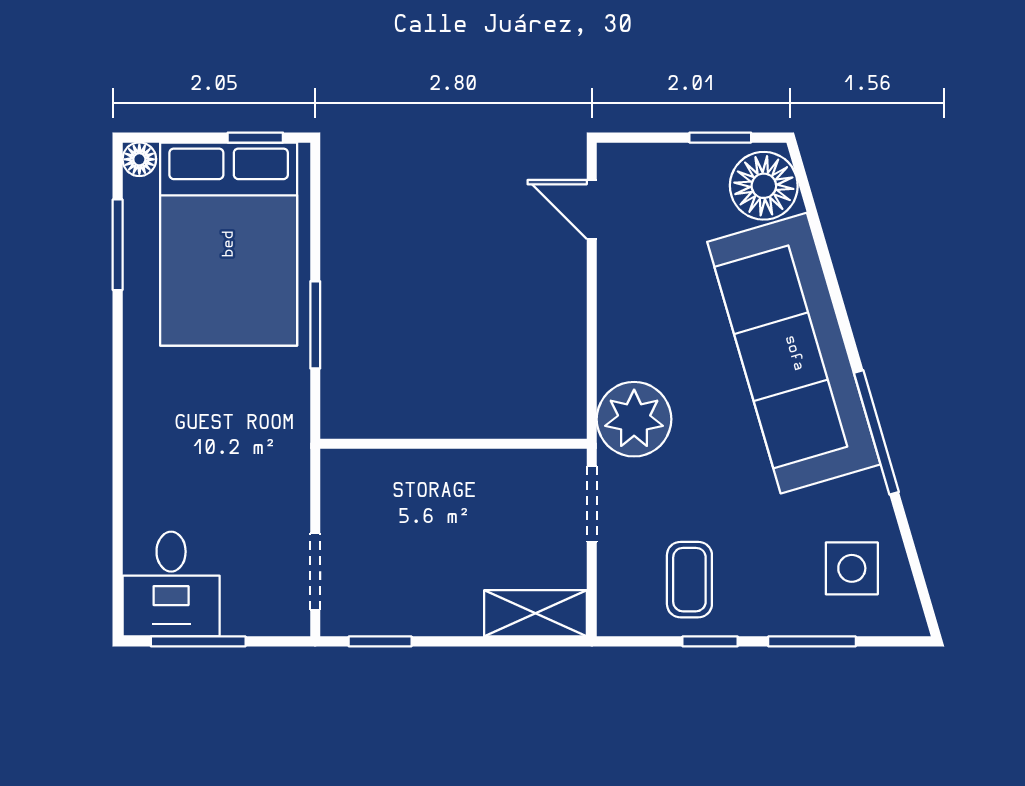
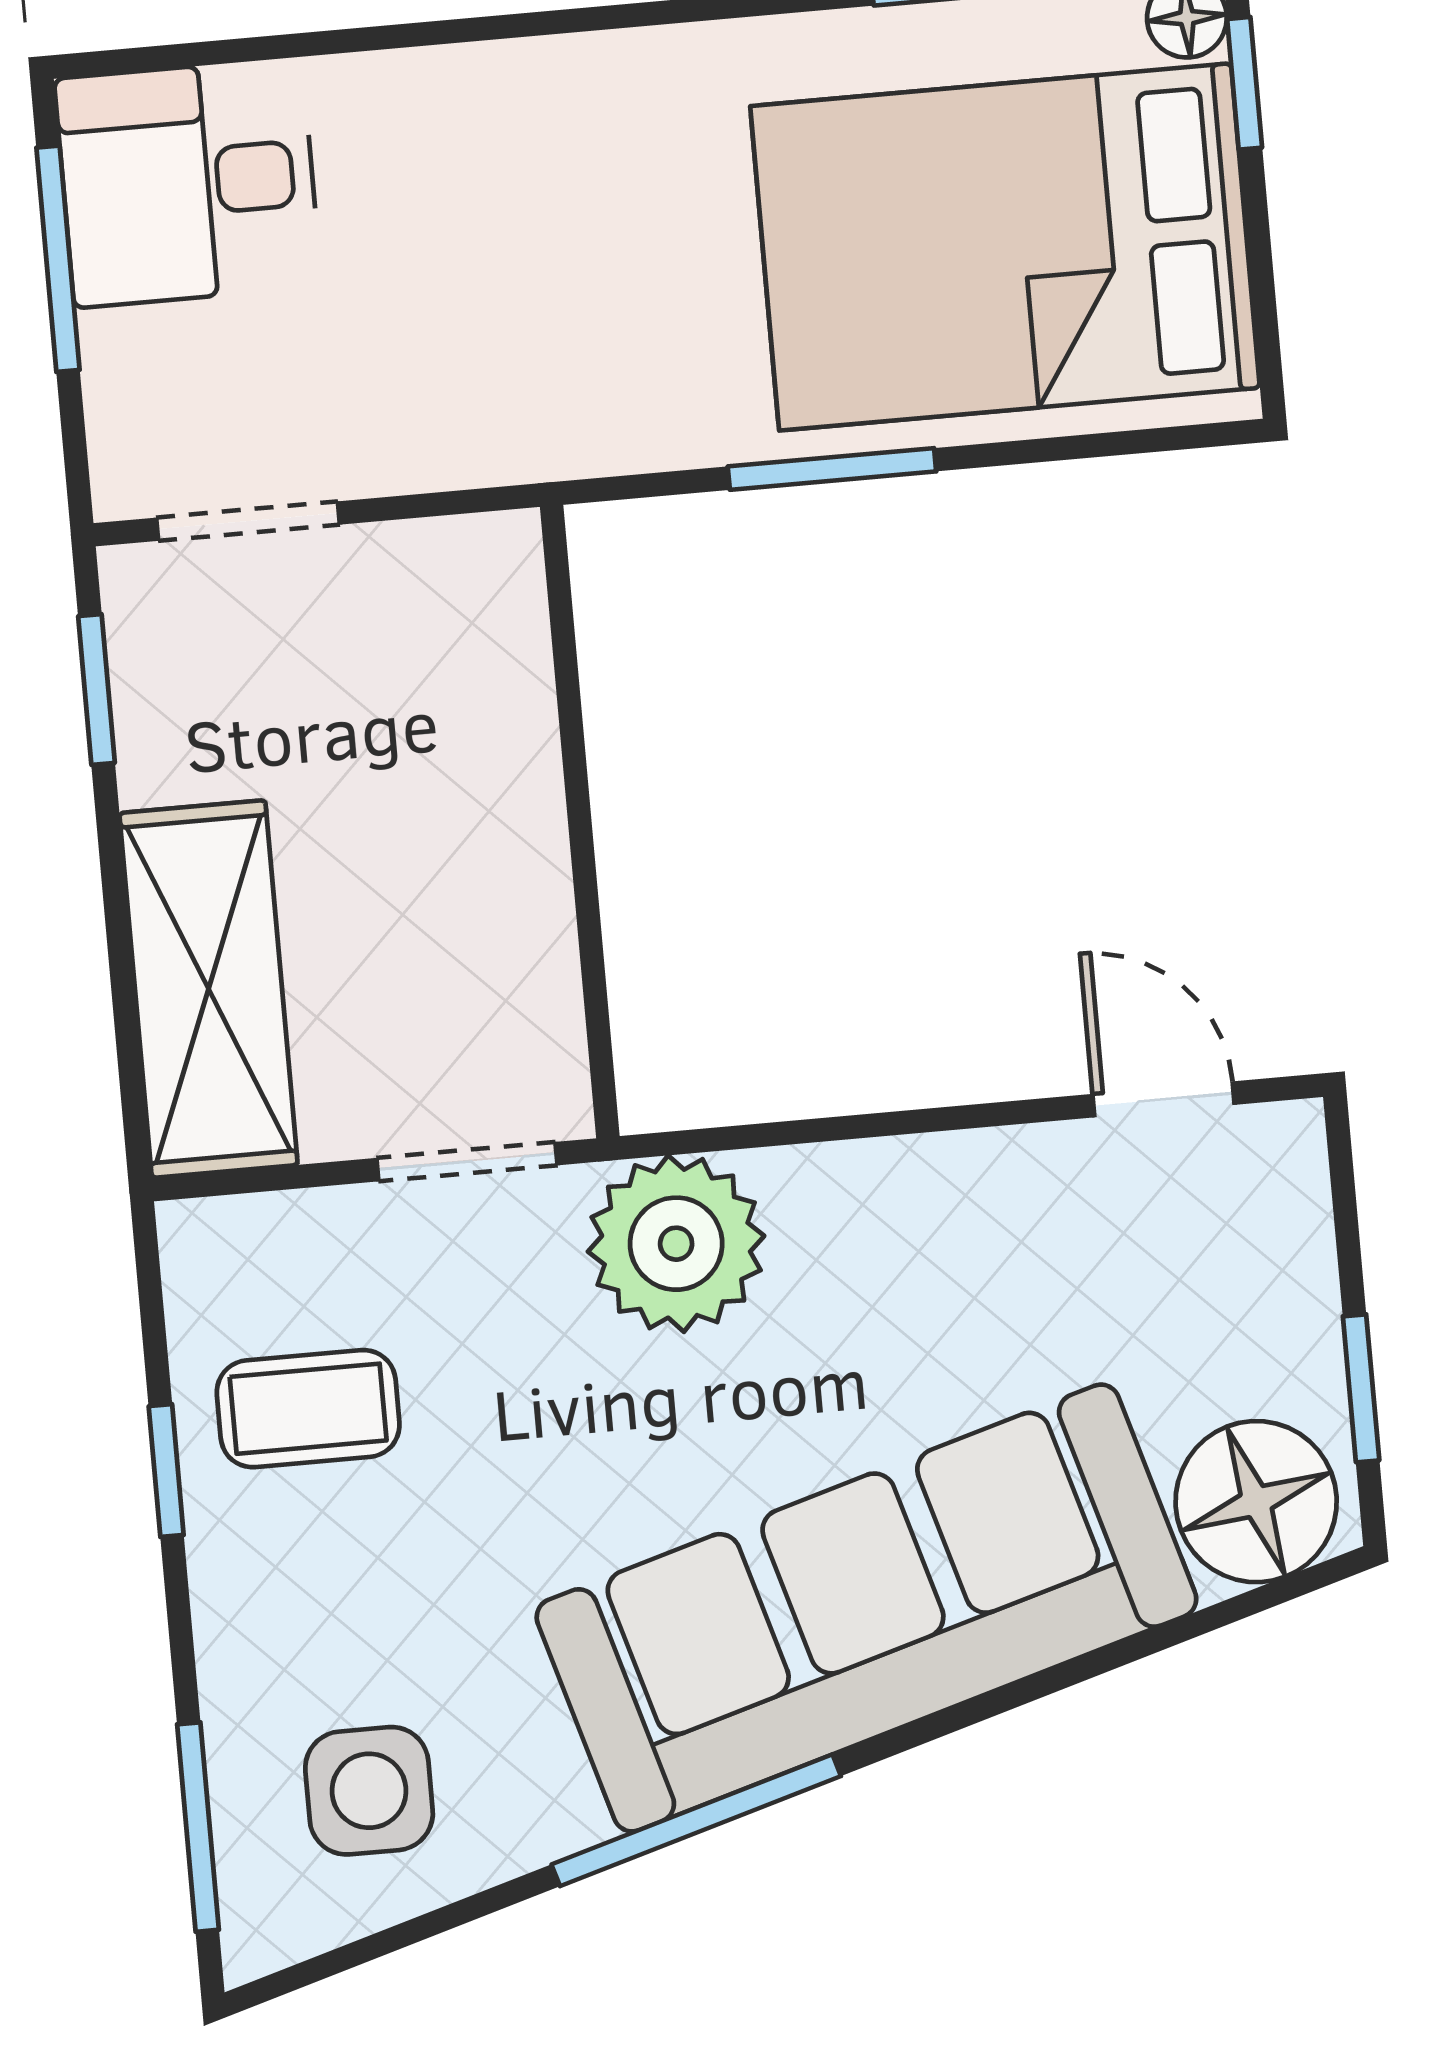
window: (255, 138) -> (1245, 83), moved
door: (592, 210) -> (1164, 1099), hinge flipped
shelving: (535, 613) -> (209, 989), width x1.50, depth x1.33
window: (812, 641) -> (198, 1827), moved

